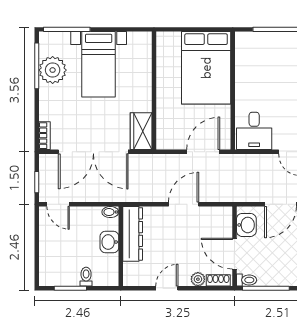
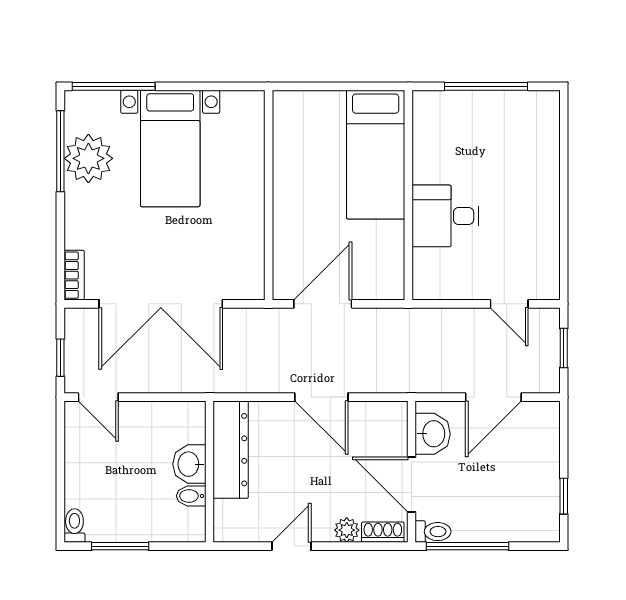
bed: (206, 68) -> (376, 155), width x0.67
wardrobe: (141, 131) -> (246, 267), removed
desk: (254, 131) -> (446, 216), moved, turned 90
door: (203, 152) -> (323, 304), moved
door: (184, 204) -> (321, 397), swing flipped
bidet: (110, 212) -> (191, 496), moved
toilet: (86, 277) -> (74, 526), moved

